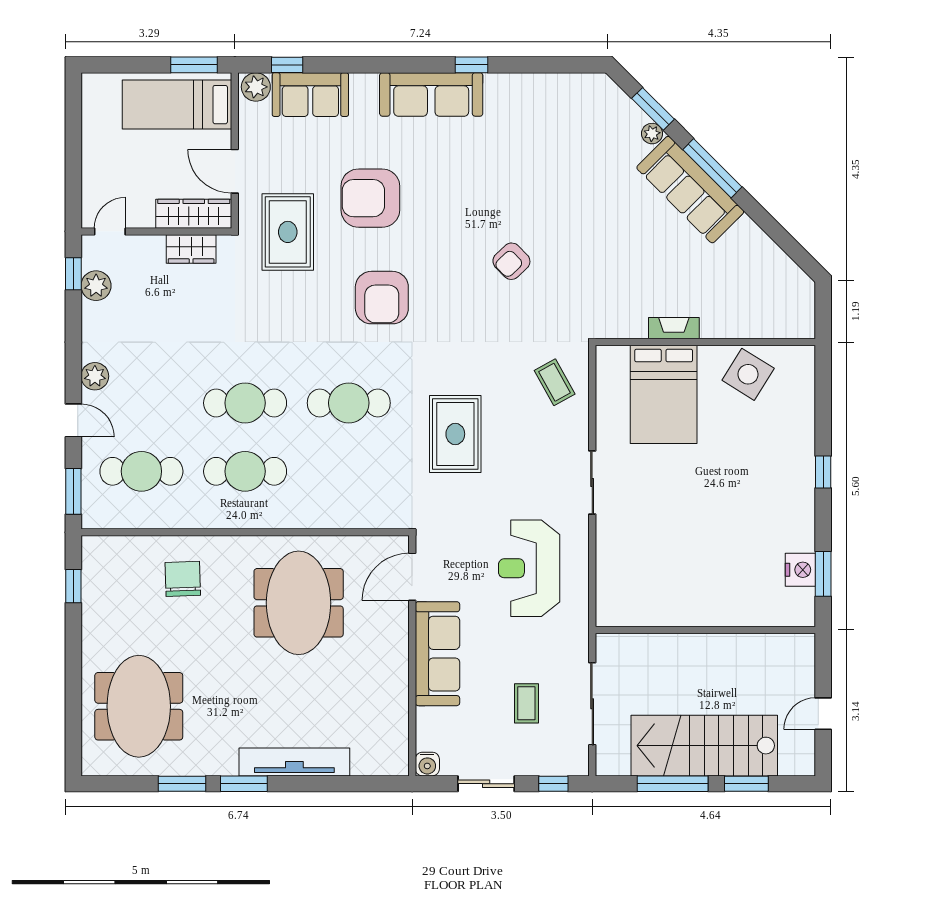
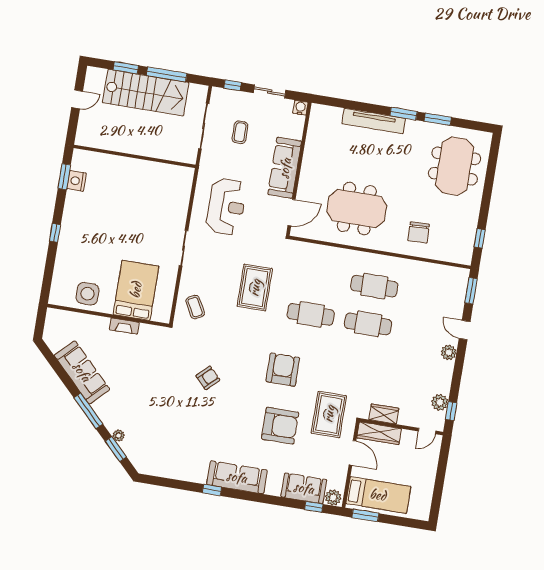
sofa: (690, 190) -> (82, 372), moved
side table: (748, 374) -> (88, 294), turned -32
cafe table: (141, 471) -> (432, 296), removed
meeting table: (299, 603) -> (357, 209), turned 90

